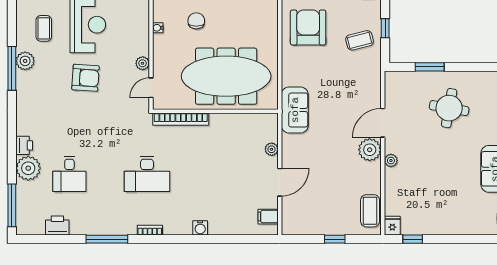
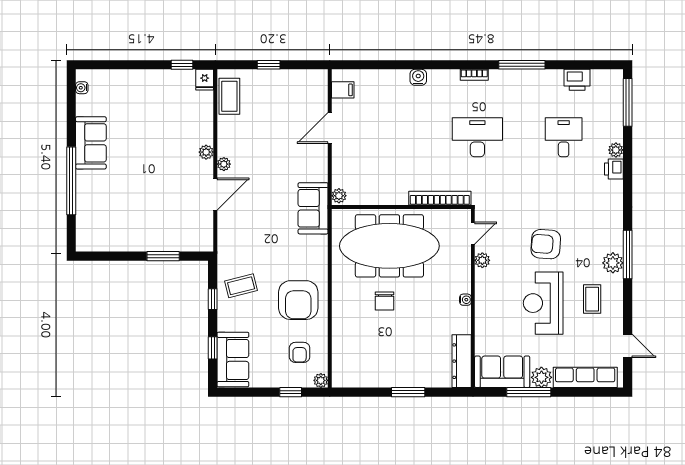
chair: (196, 21) -> (385, 301), moved
round table: (449, 108) -> (141, 210), removed
plant: (272, 149) -> (339, 196), moved
plant: (370, 150) -> (224, 164), width x0.53, depth x0.53
plant: (28, 168) -> (616, 150), width x0.53, depth x0.53

